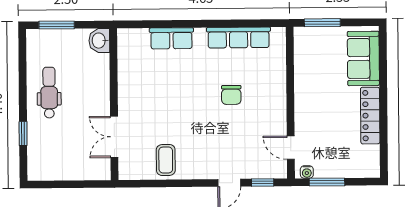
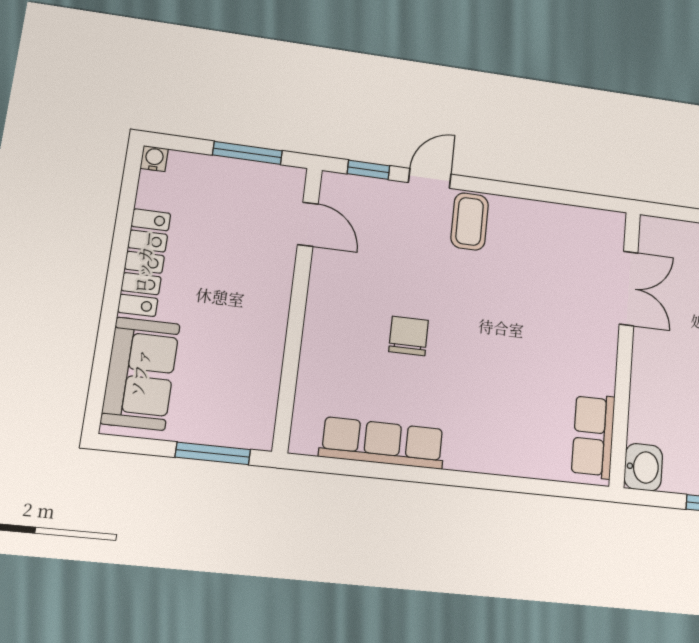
row of seats: (171, 38) -> (593, 436), moved, turned -90
coffee table: (166, 160) -> (470, 221), moved
water cooler: (307, 172) -> (154, 158), moved

